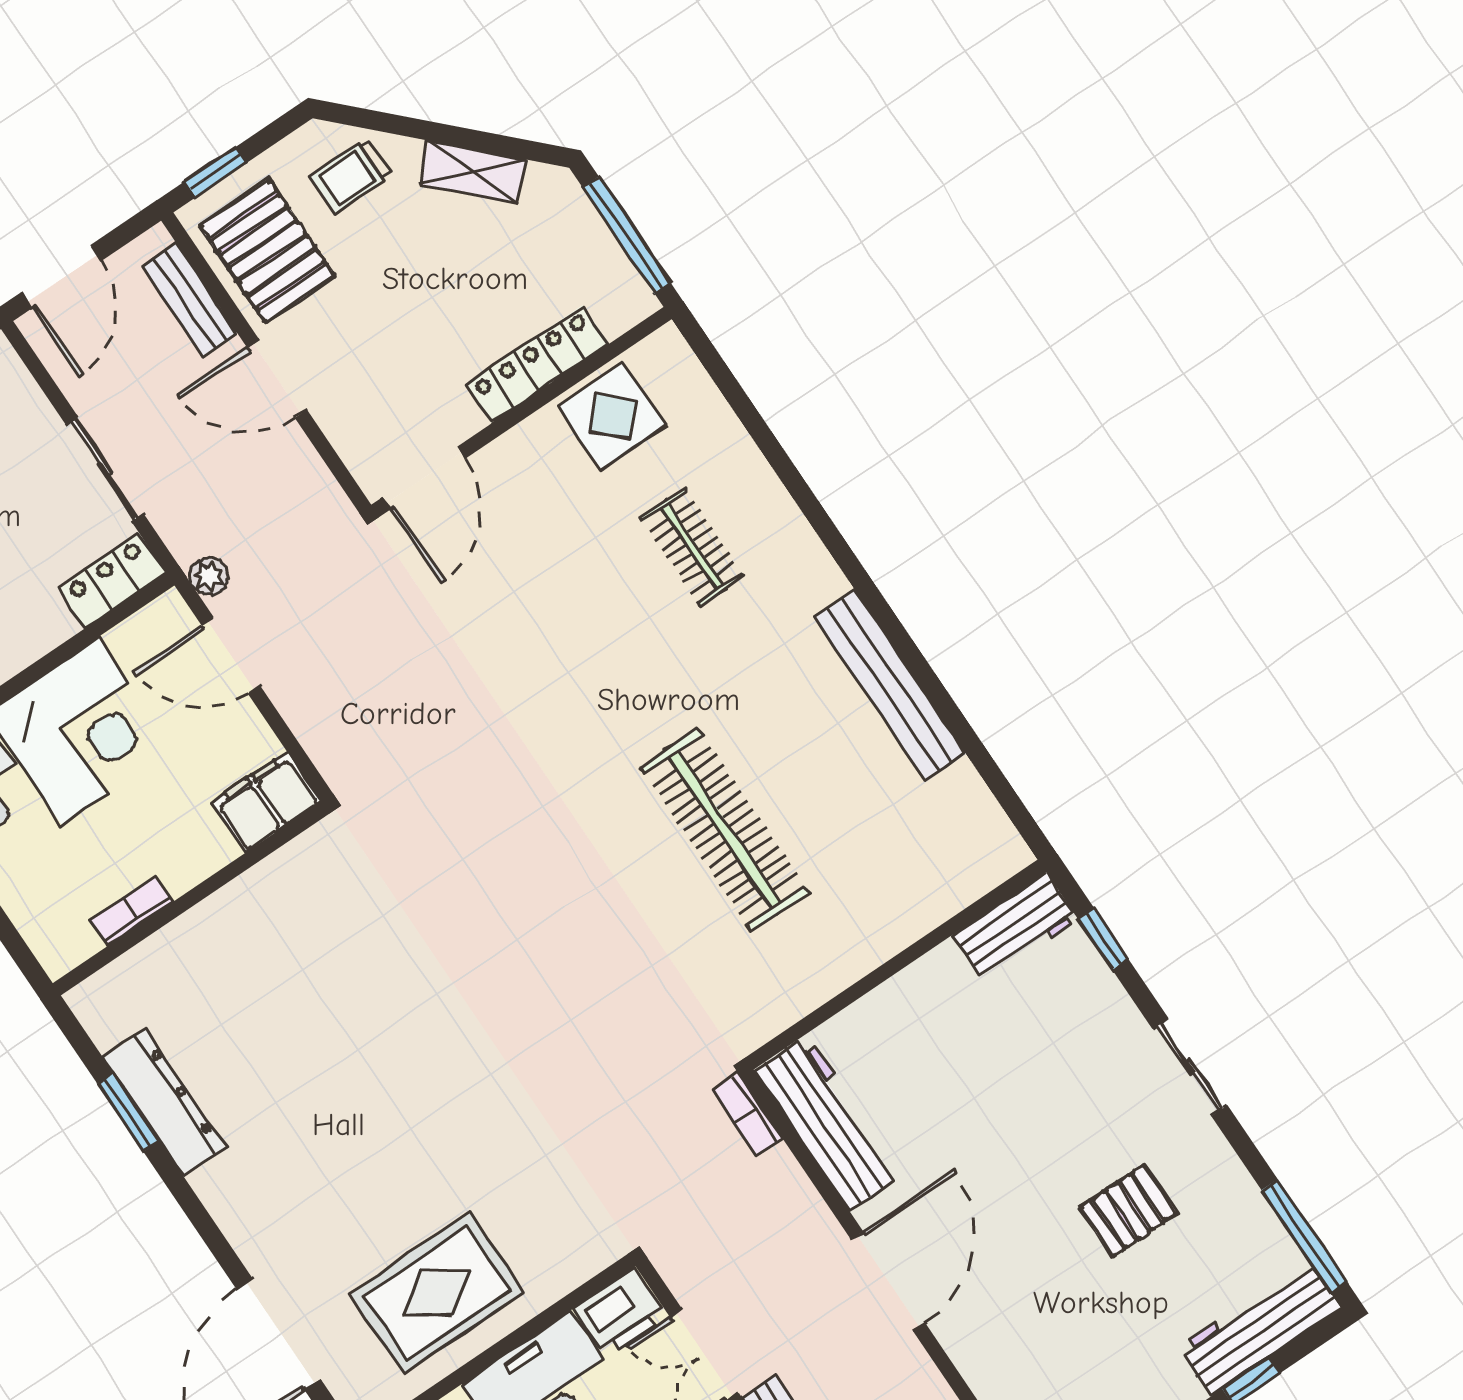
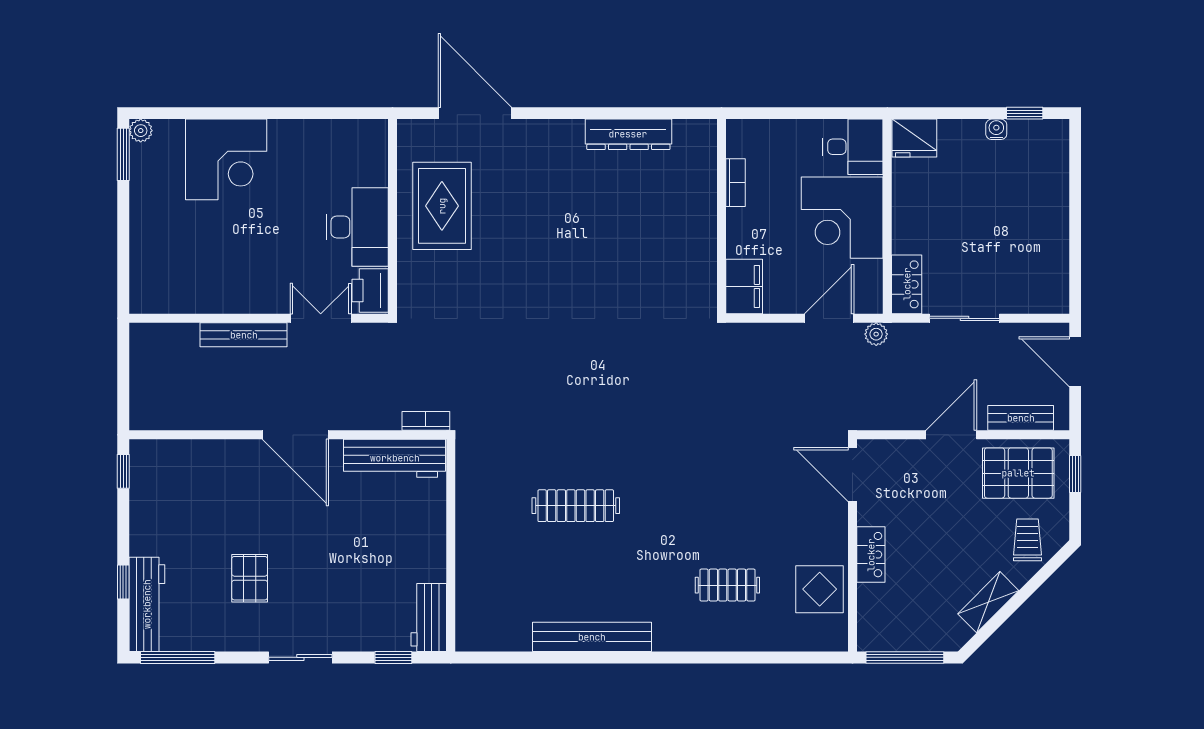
locker: (537, 364) -> (871, 555), width x0.66
clothes rail: (725, 830) -> (576, 506), width x0.73, depth x0.76
window: (128, 1112) -> (636, 113), removed

